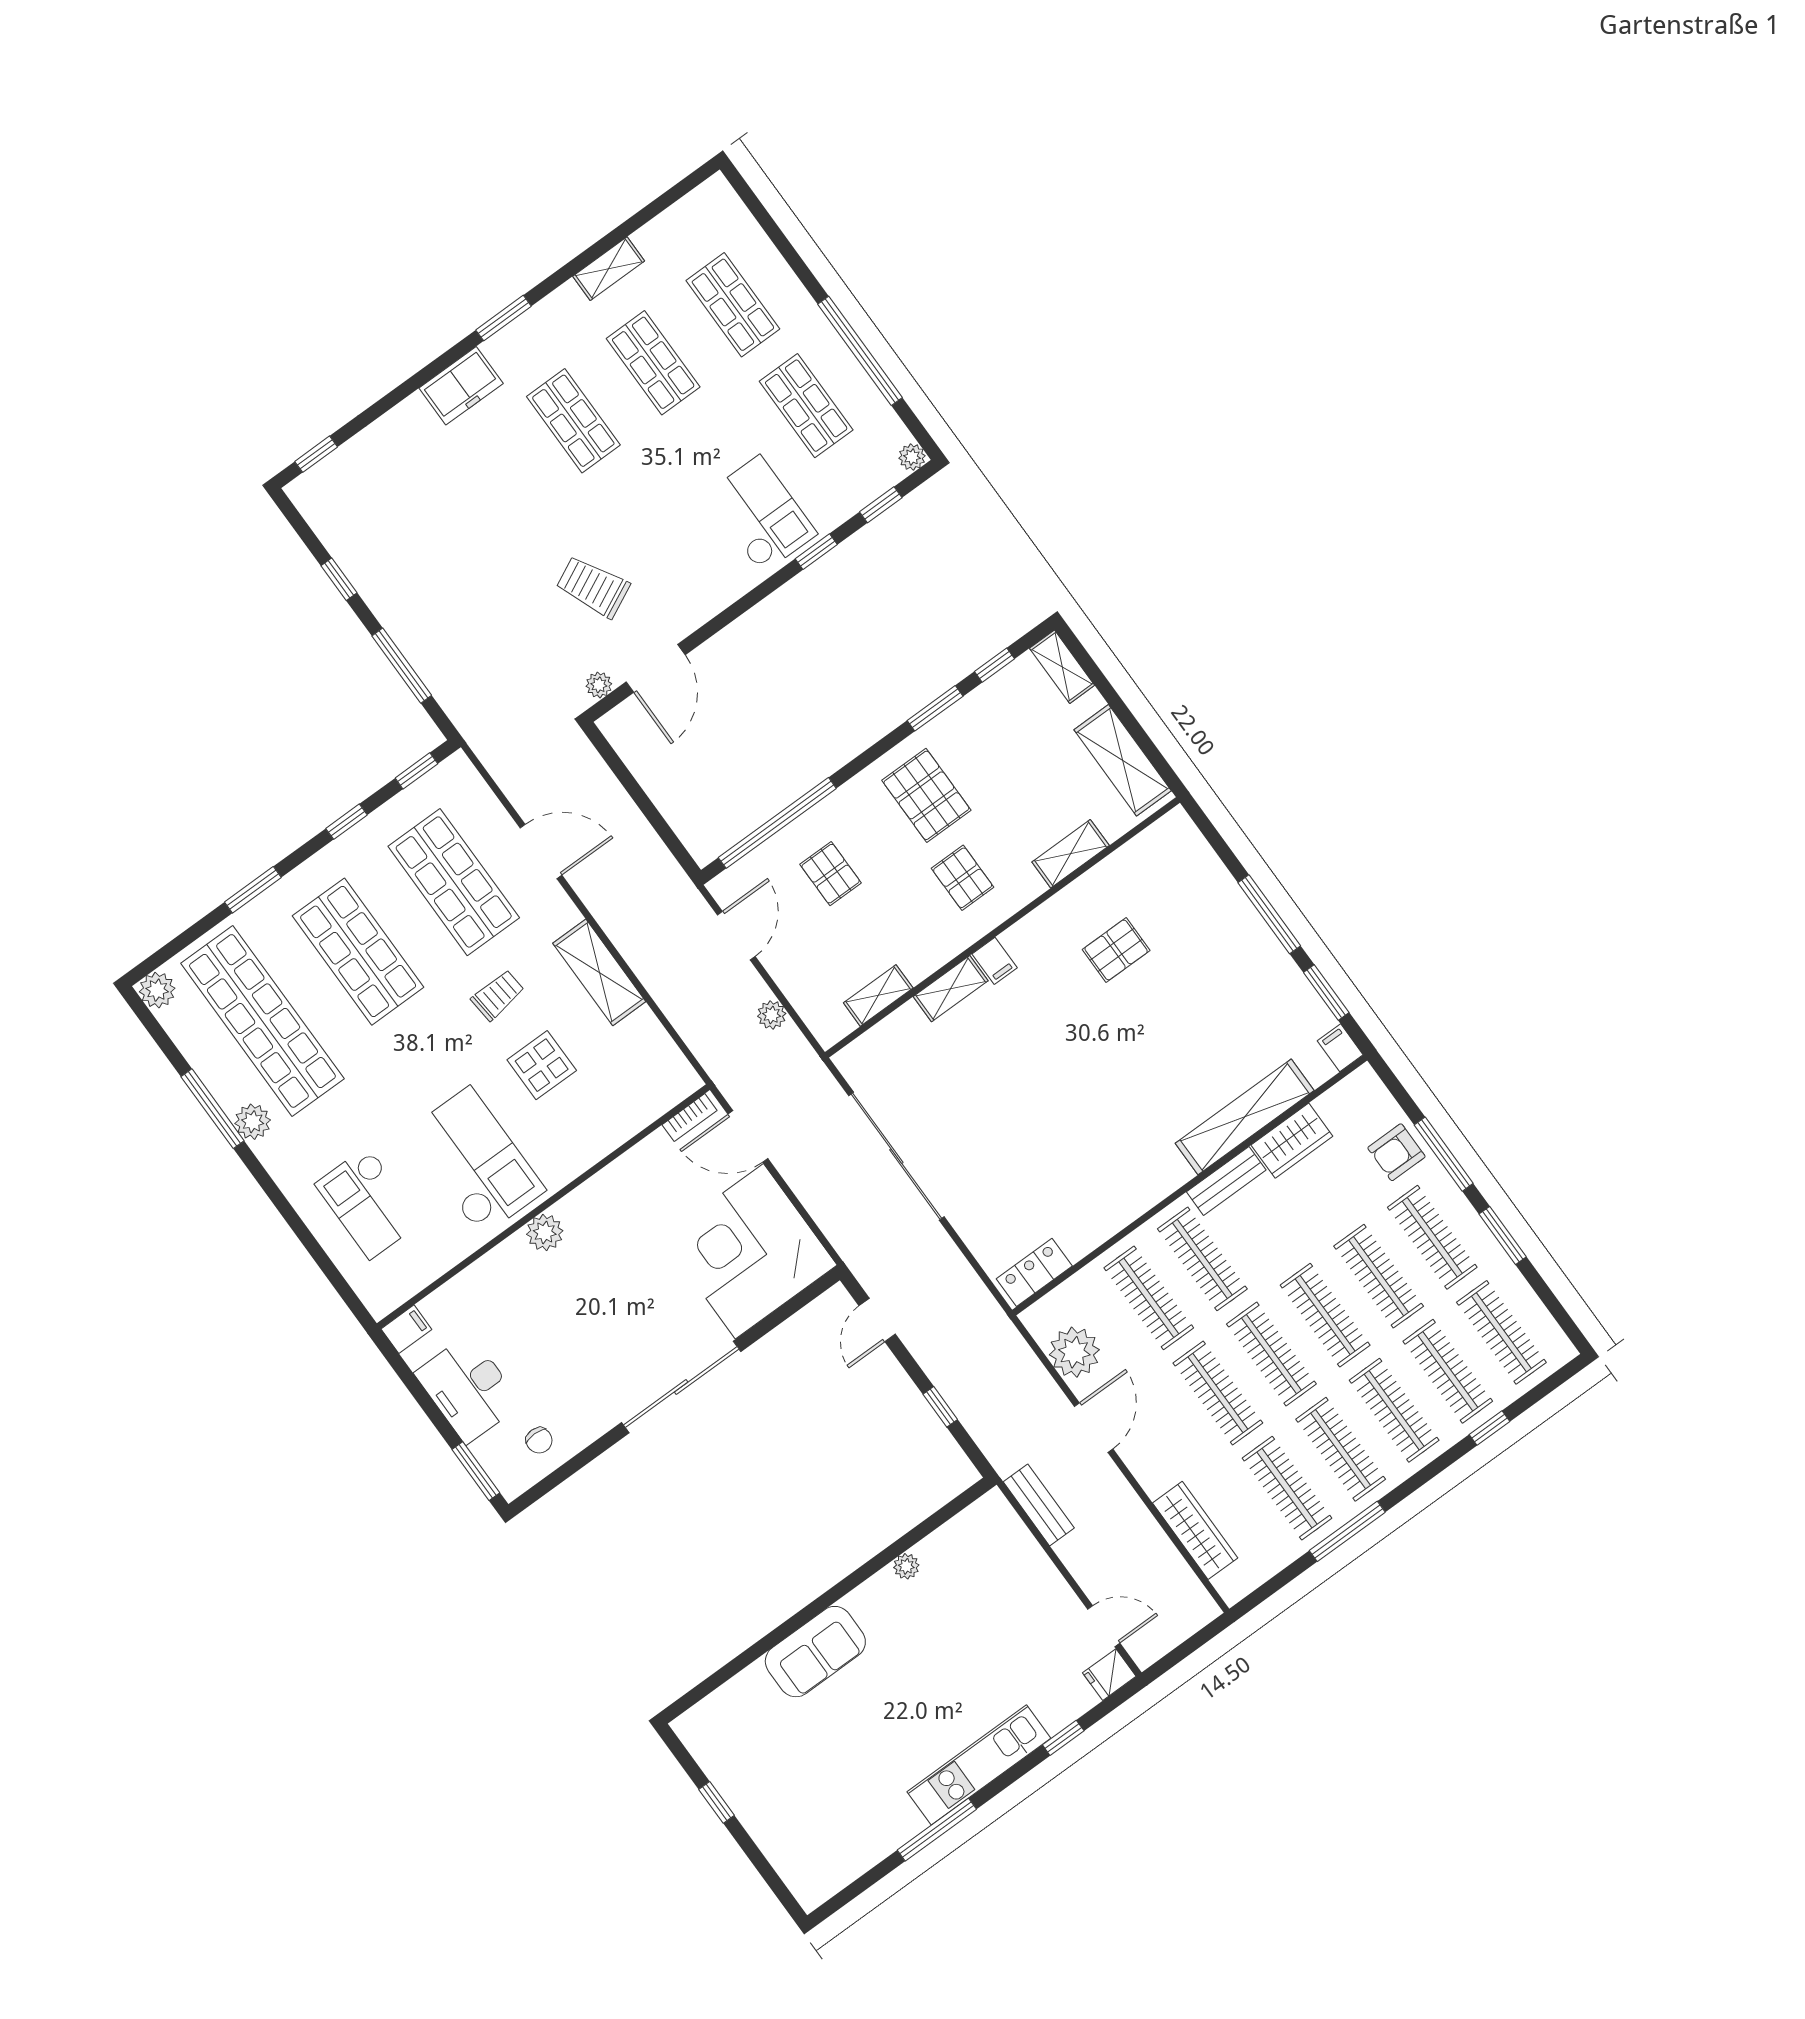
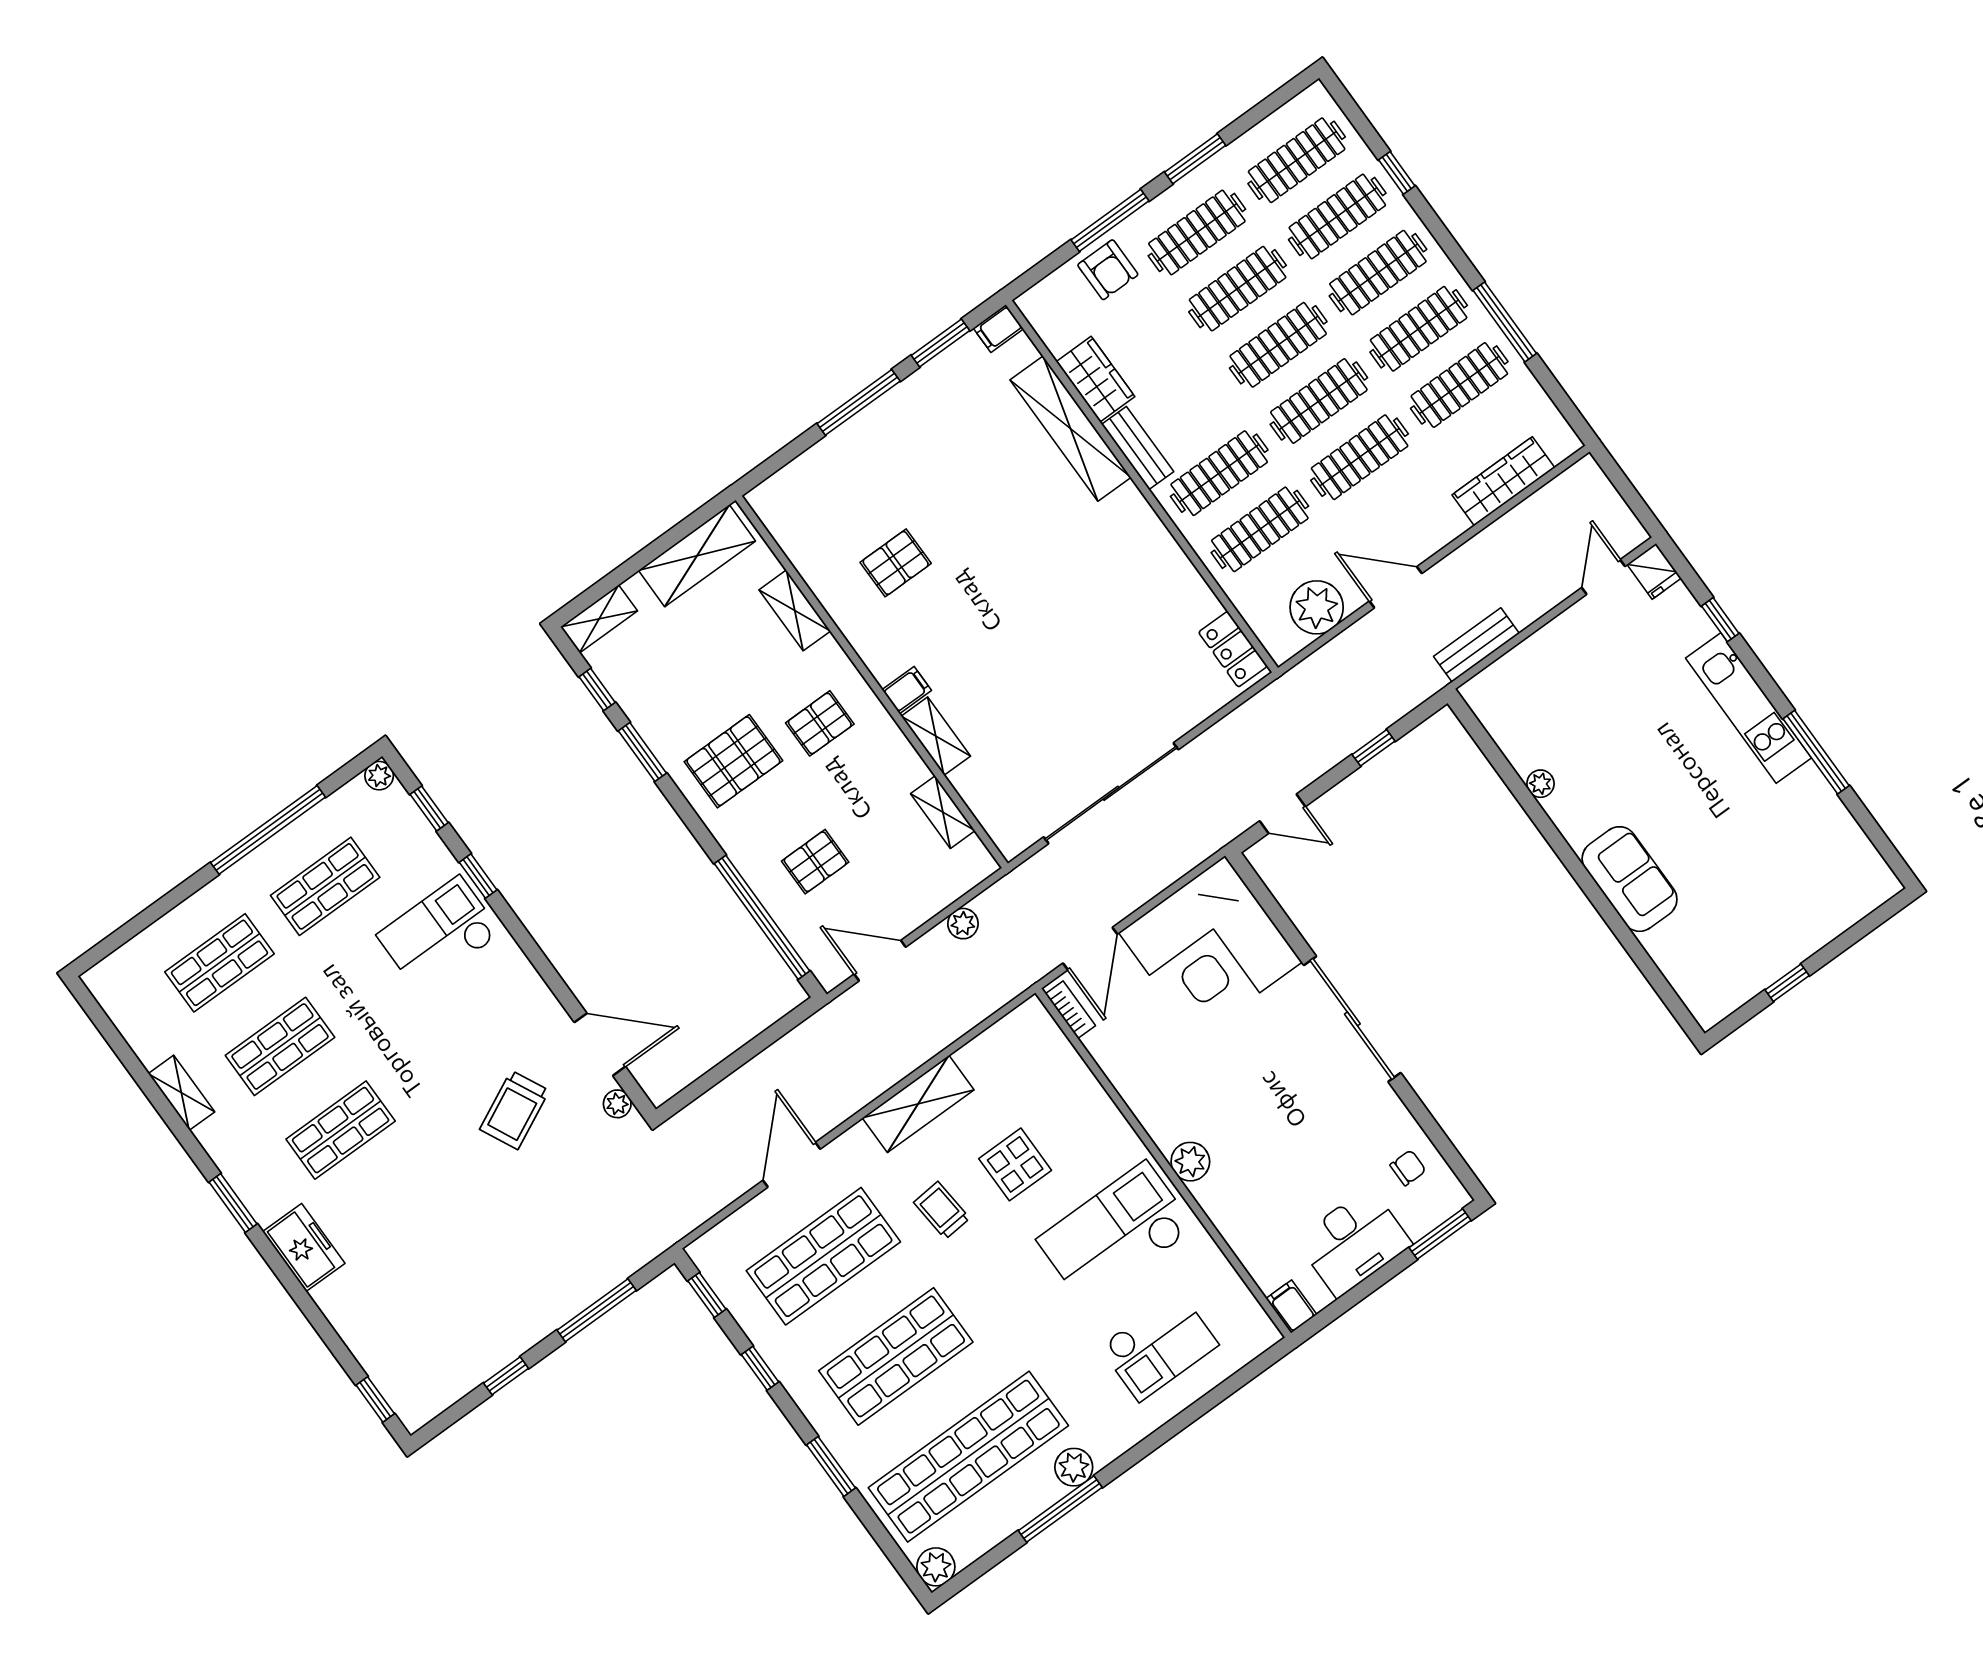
pallet: (1116, 950) -> (896, 563), turned 90

